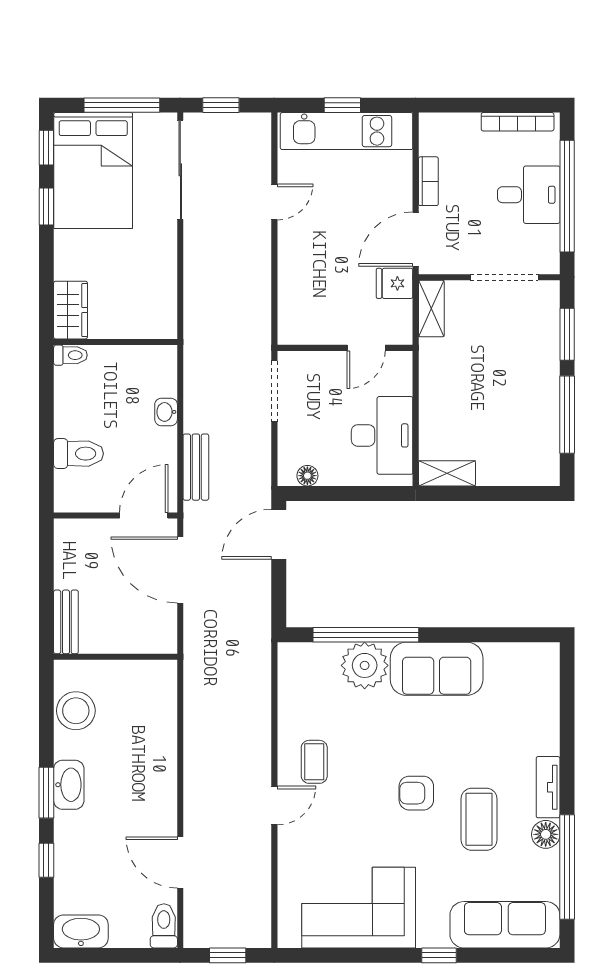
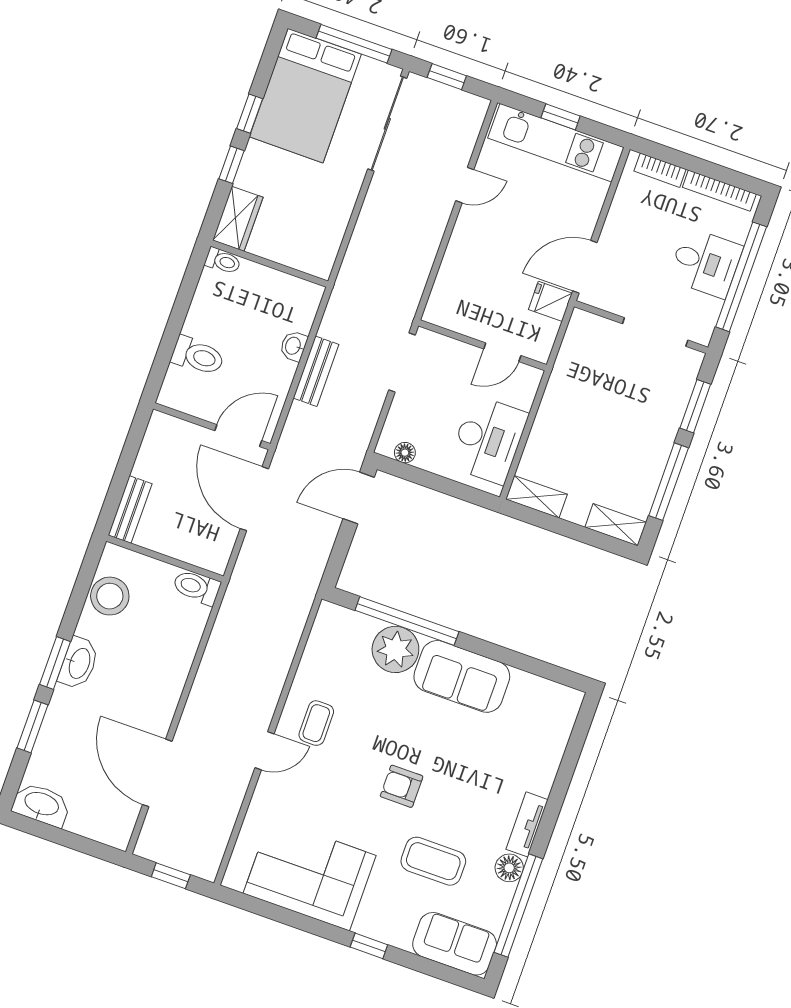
window: (46, 148) -> (231, 165), moved
bookcase: (428, 181) -> (660, 170), moved, turned 90
shelving: (431, 309) -> (616, 525), moved, turned 90
bench: (196, 467) -> (316, 371), moved
coffee table: (479, 819) -> (433, 861), moved, turned 90
window: (46, 860) -> (33, 726), width x1.50
door: (180, 863) -> (157, 773), width x1.36
sofa: (505, 925) -> (455, 944), width x0.73
toilet: (164, 926) -> (197, 587), moved, turned -90

